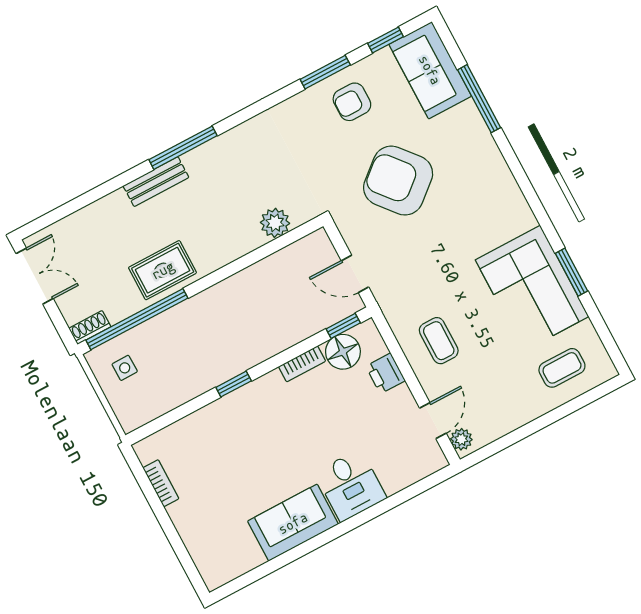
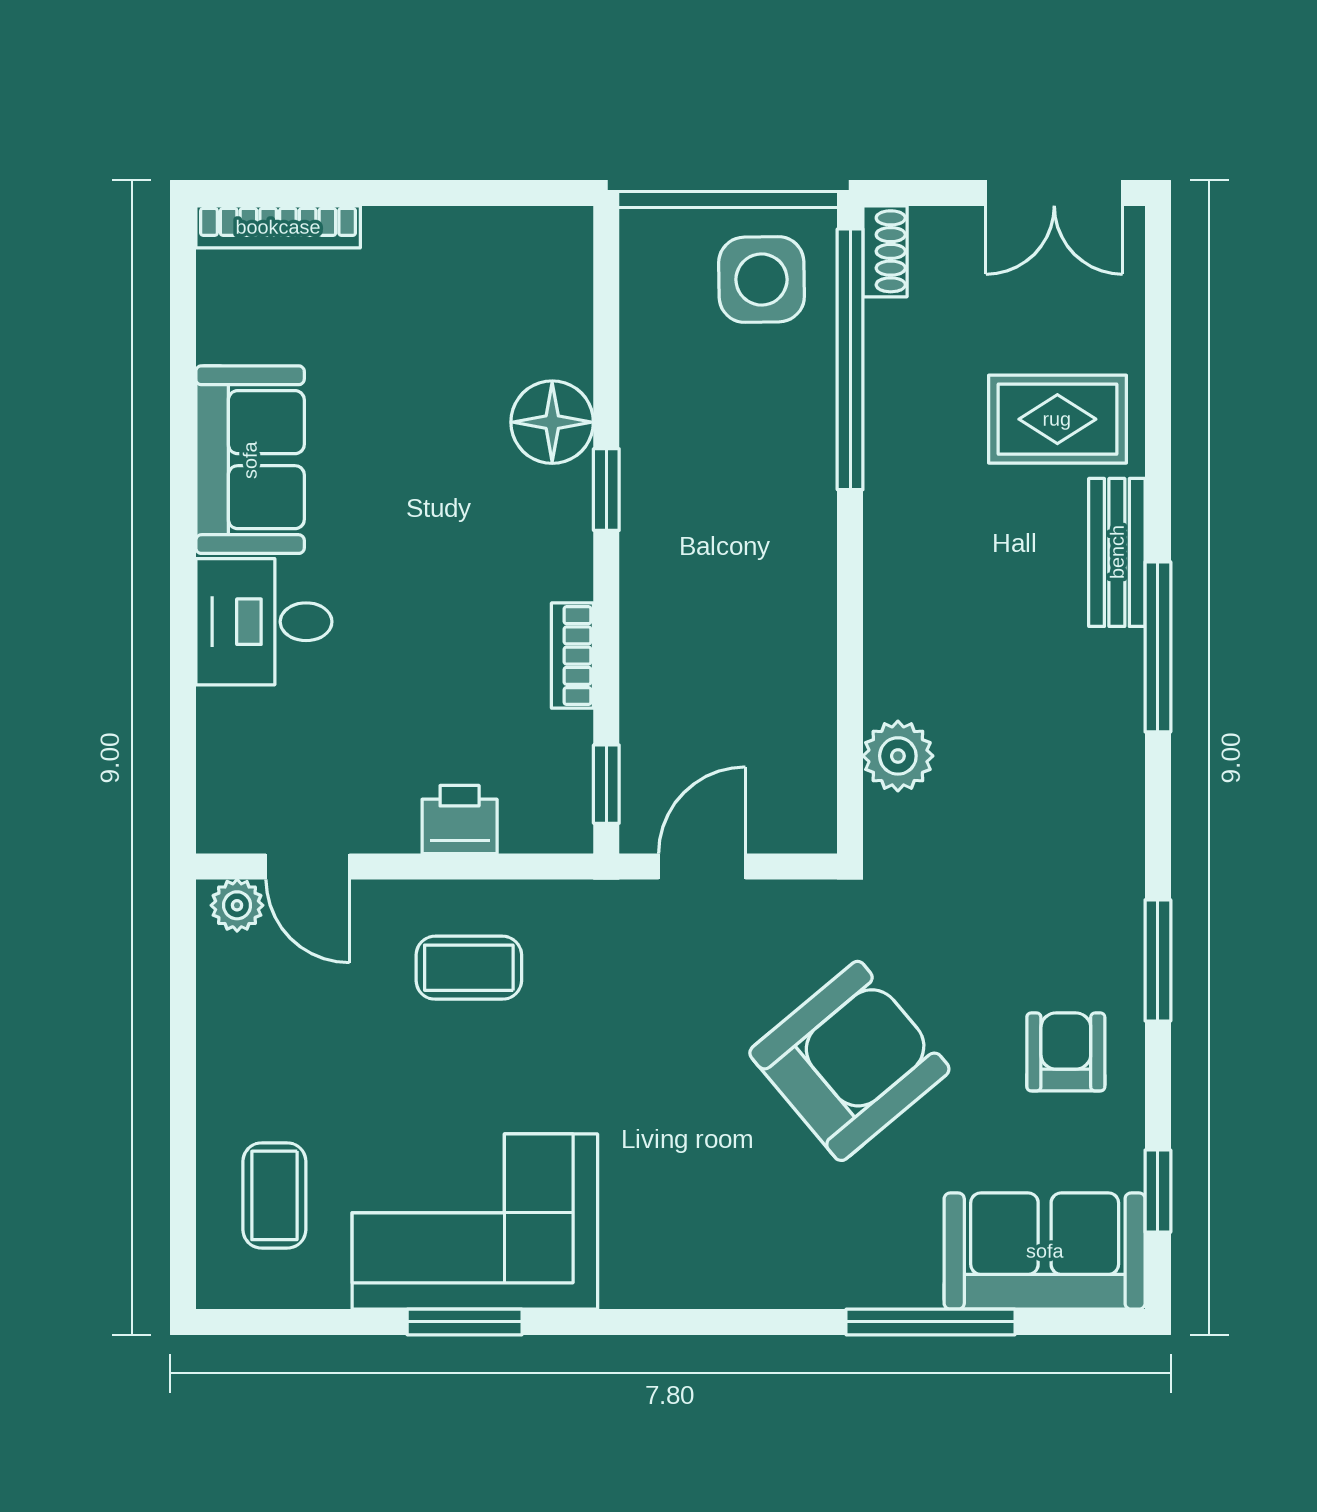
window: (325, 72) -> (1158, 960), moved
rug: (163, 270) -> (1057, 419), moved, turned 90
floor lamp: (343, 352) -> (552, 422), moved
side table: (125, 368) -> (762, 280), width x1.87, depth x1.87
bookcase: (161, 483) -> (278, 227), moved, width x1.56

